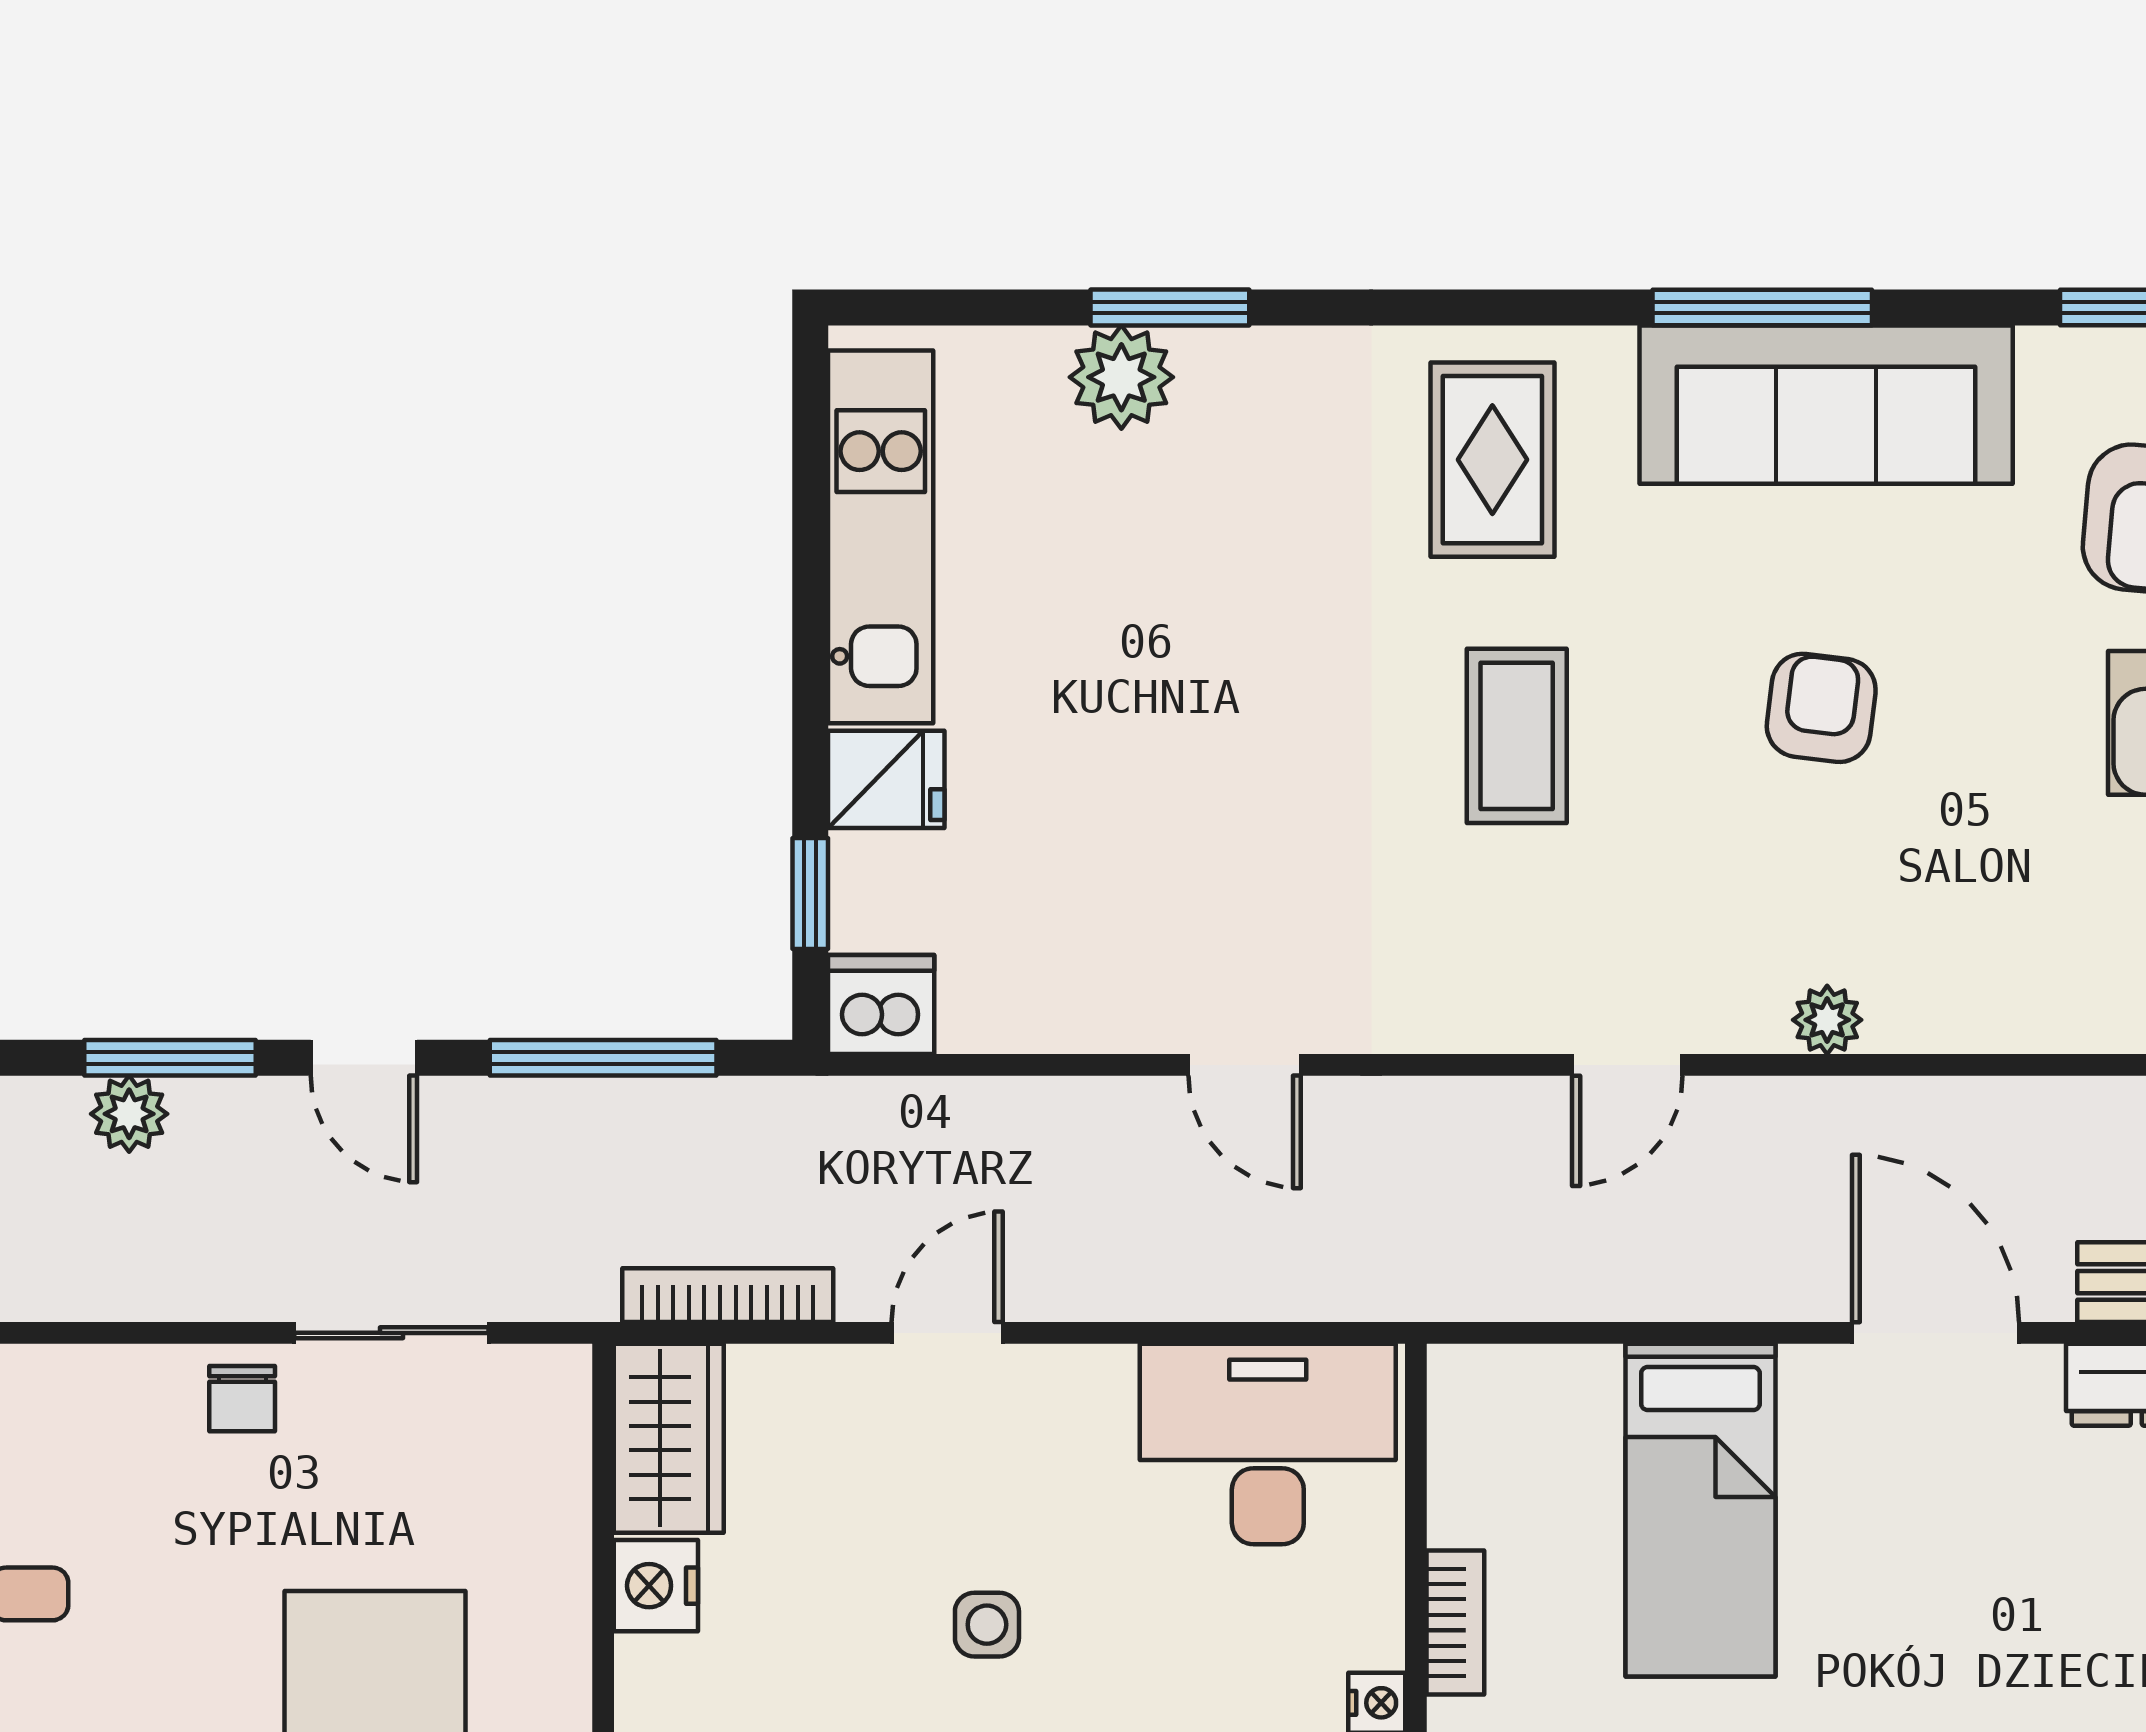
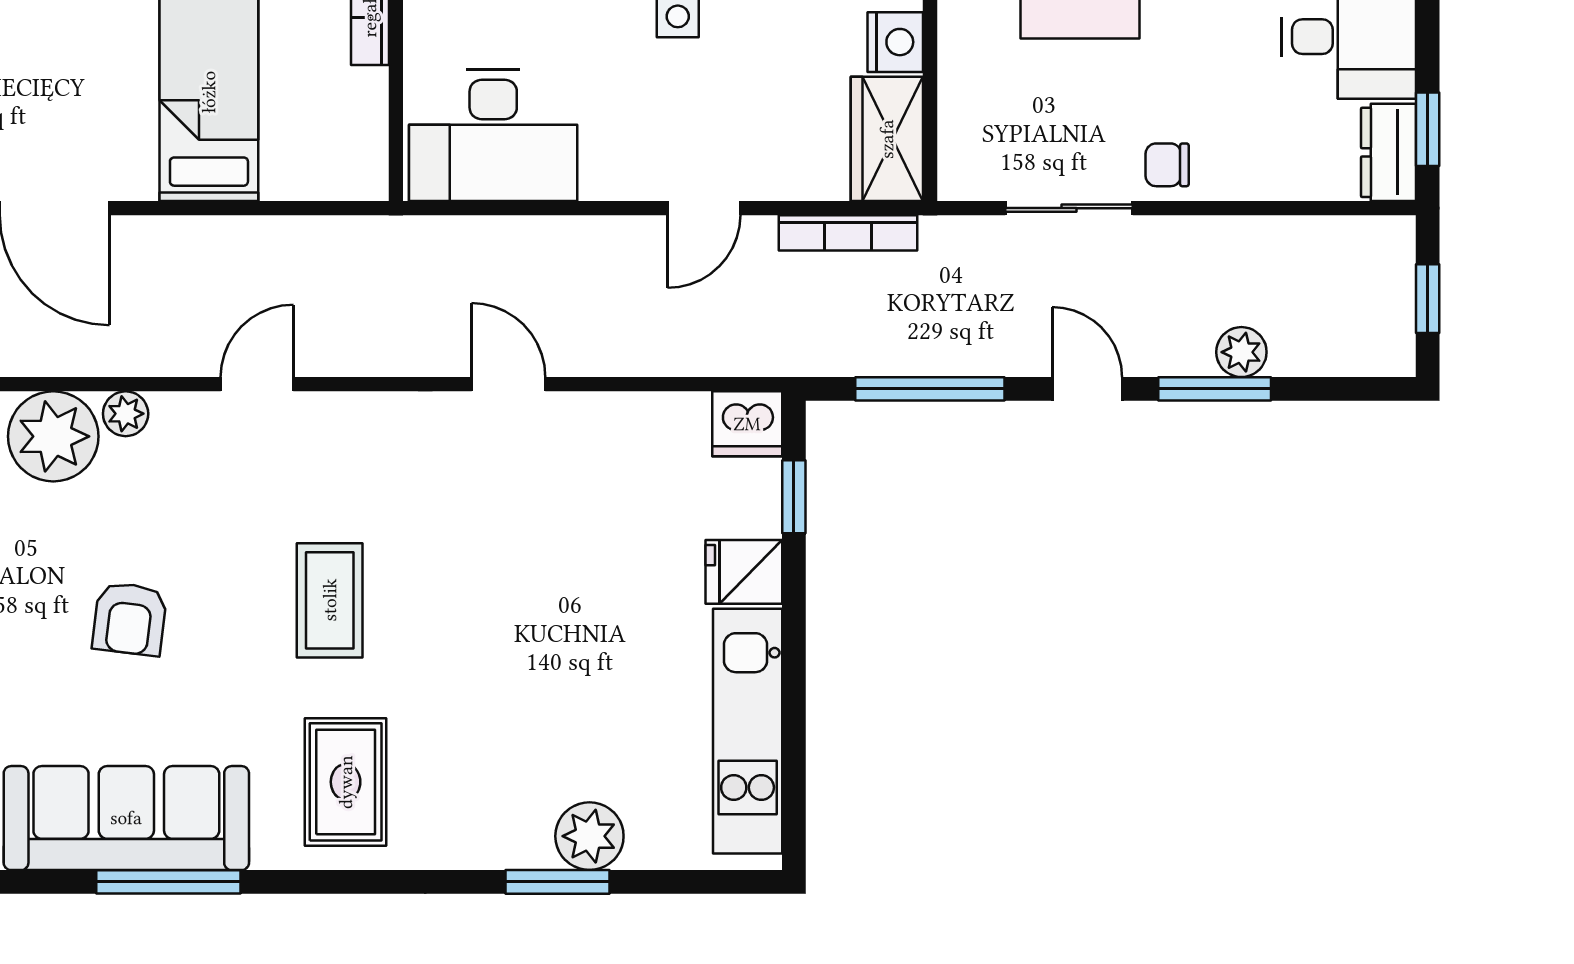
plant: (1937, 985) -> (53, 436), added
chair: (242, 1399) -> (1167, 165), turned -90

